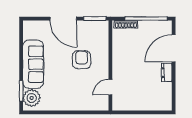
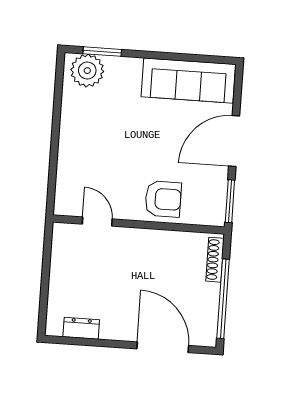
armchair: (82, 60) -> (163, 199), moved
sofa: (33, 64) -> (188, 81), moved
dresser: (167, 73) -> (81, 328), moved

